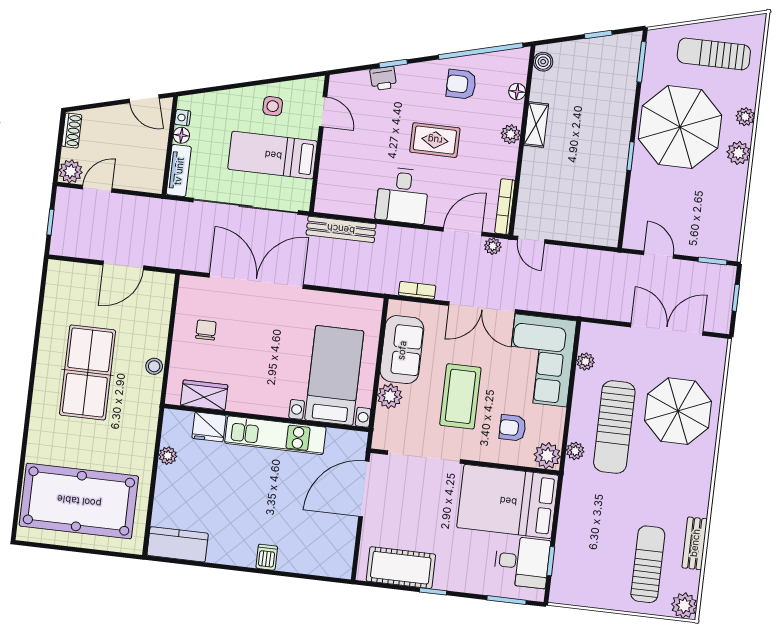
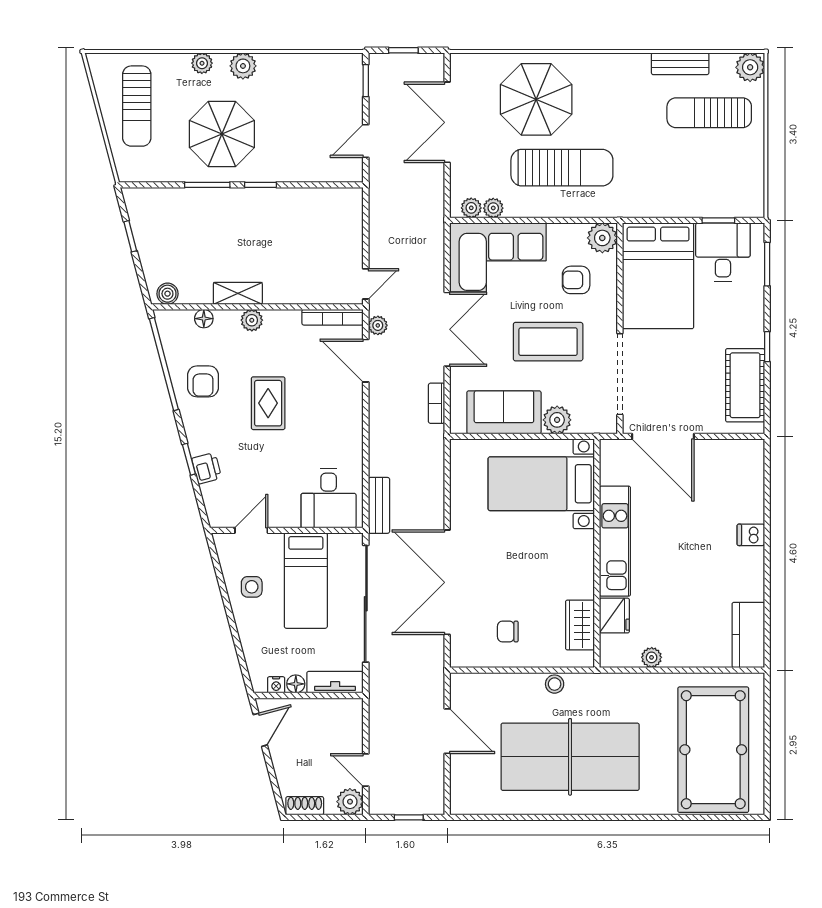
window: (642, 62) -> (207, 185), moved
parasol: (680, 127) -> (222, 134), width x0.73, depth x0.73
desk: (402, 195) -> (329, 498), moved, turned 90
bench: (341, 229) -> (379, 505), width x0.73
table tennis table: (88, 372) -> (570, 757), width x1.36, depth x1.32
armchair: (513, 428) -> (576, 280), turned 90
plant: (575, 451) -> (471, 208), moved

